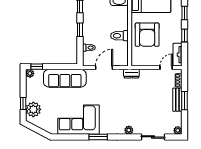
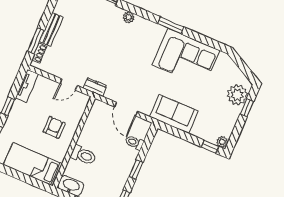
armchair: (147, 35) -> (54, 127), width x0.53, depth x0.53
toilet: (119, 36) -> (83, 155), moved
door: (104, 68) -> (126, 109), hinge flipped
door: (166, 68) -> (69, 84), moved
sofa: (65, 78) -> (174, 114), width x0.73
window: (184, 101) -> (36, 41), moved

